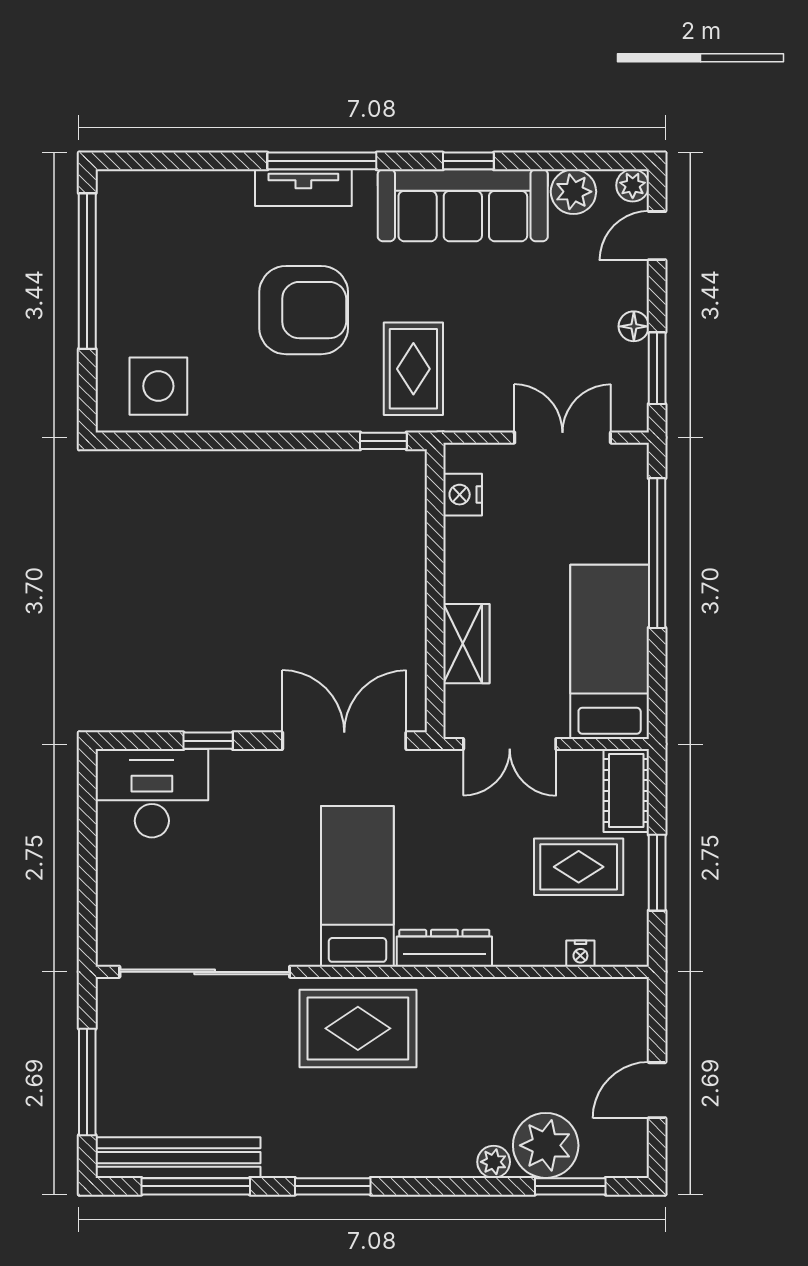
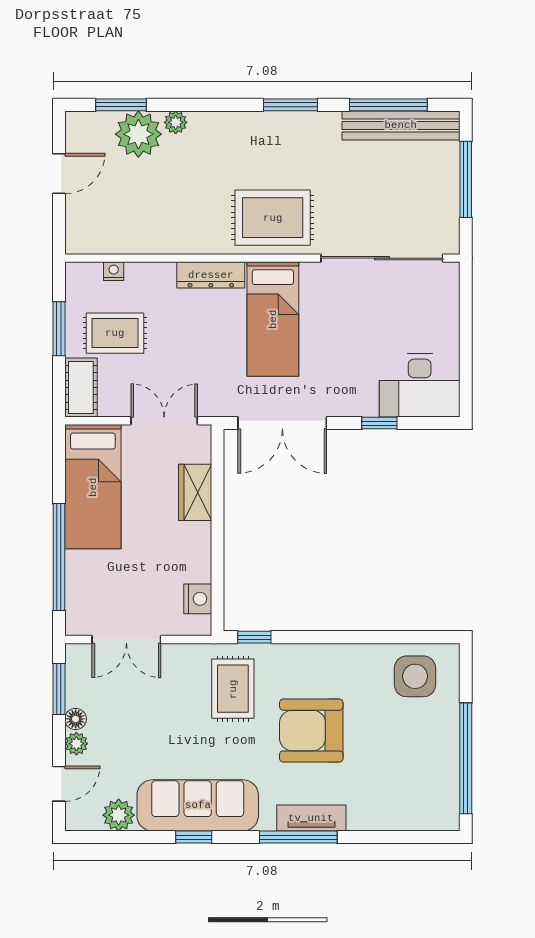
plant: (633, 185) -> (76, 744), moved

